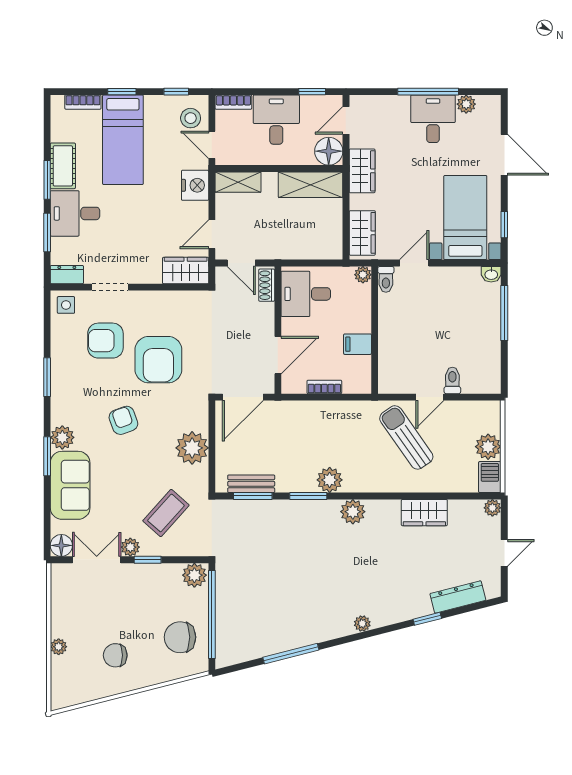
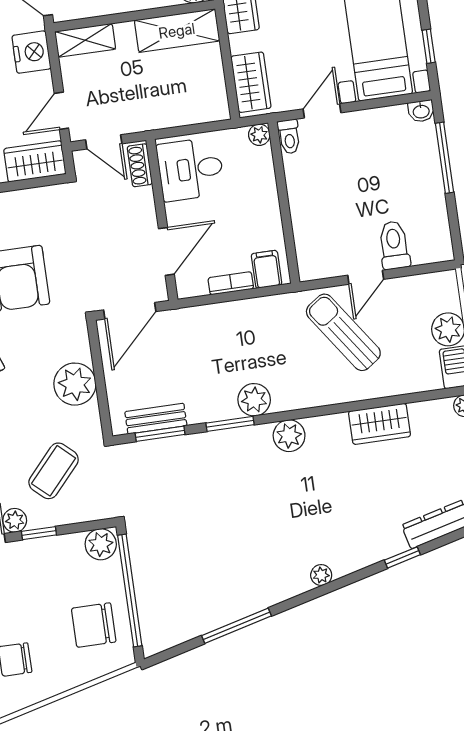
filing cabinet: (357, 344) -> (267, 269), moved, turned 90
toilet: (452, 380) -> (394, 245), width x1.37, depth x1.39

